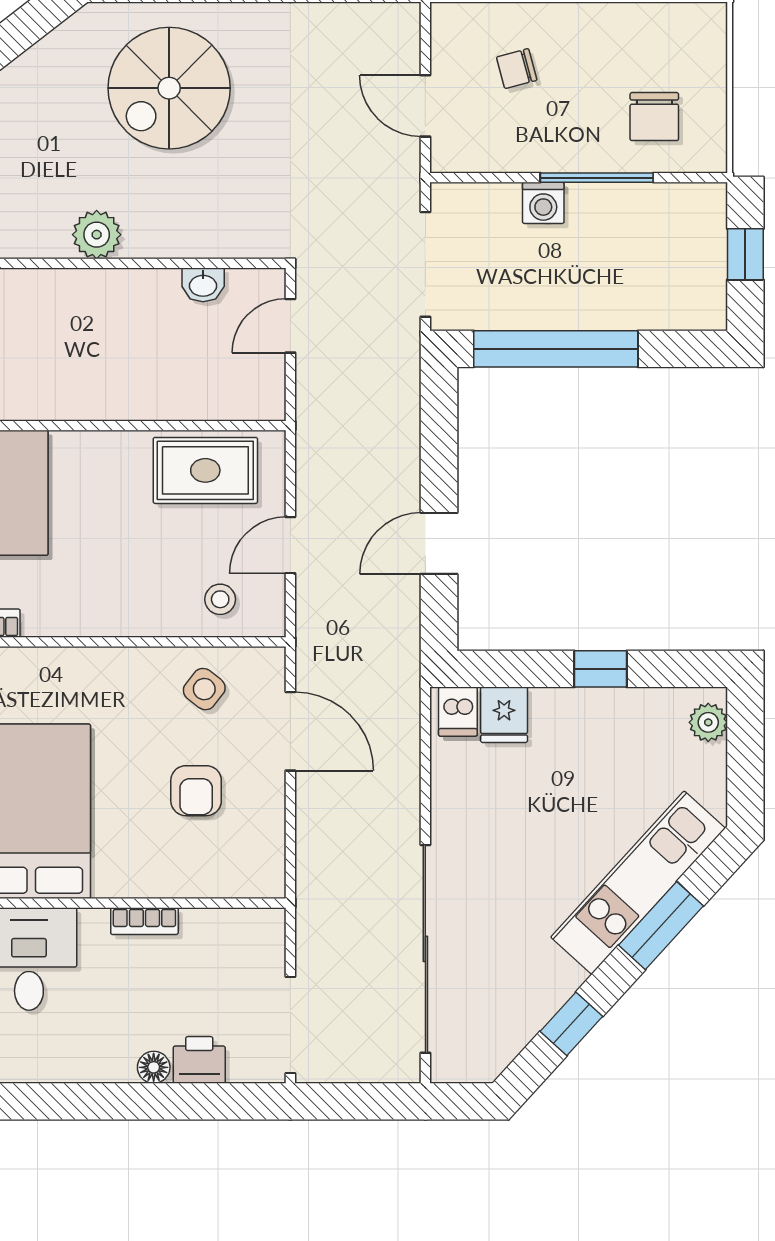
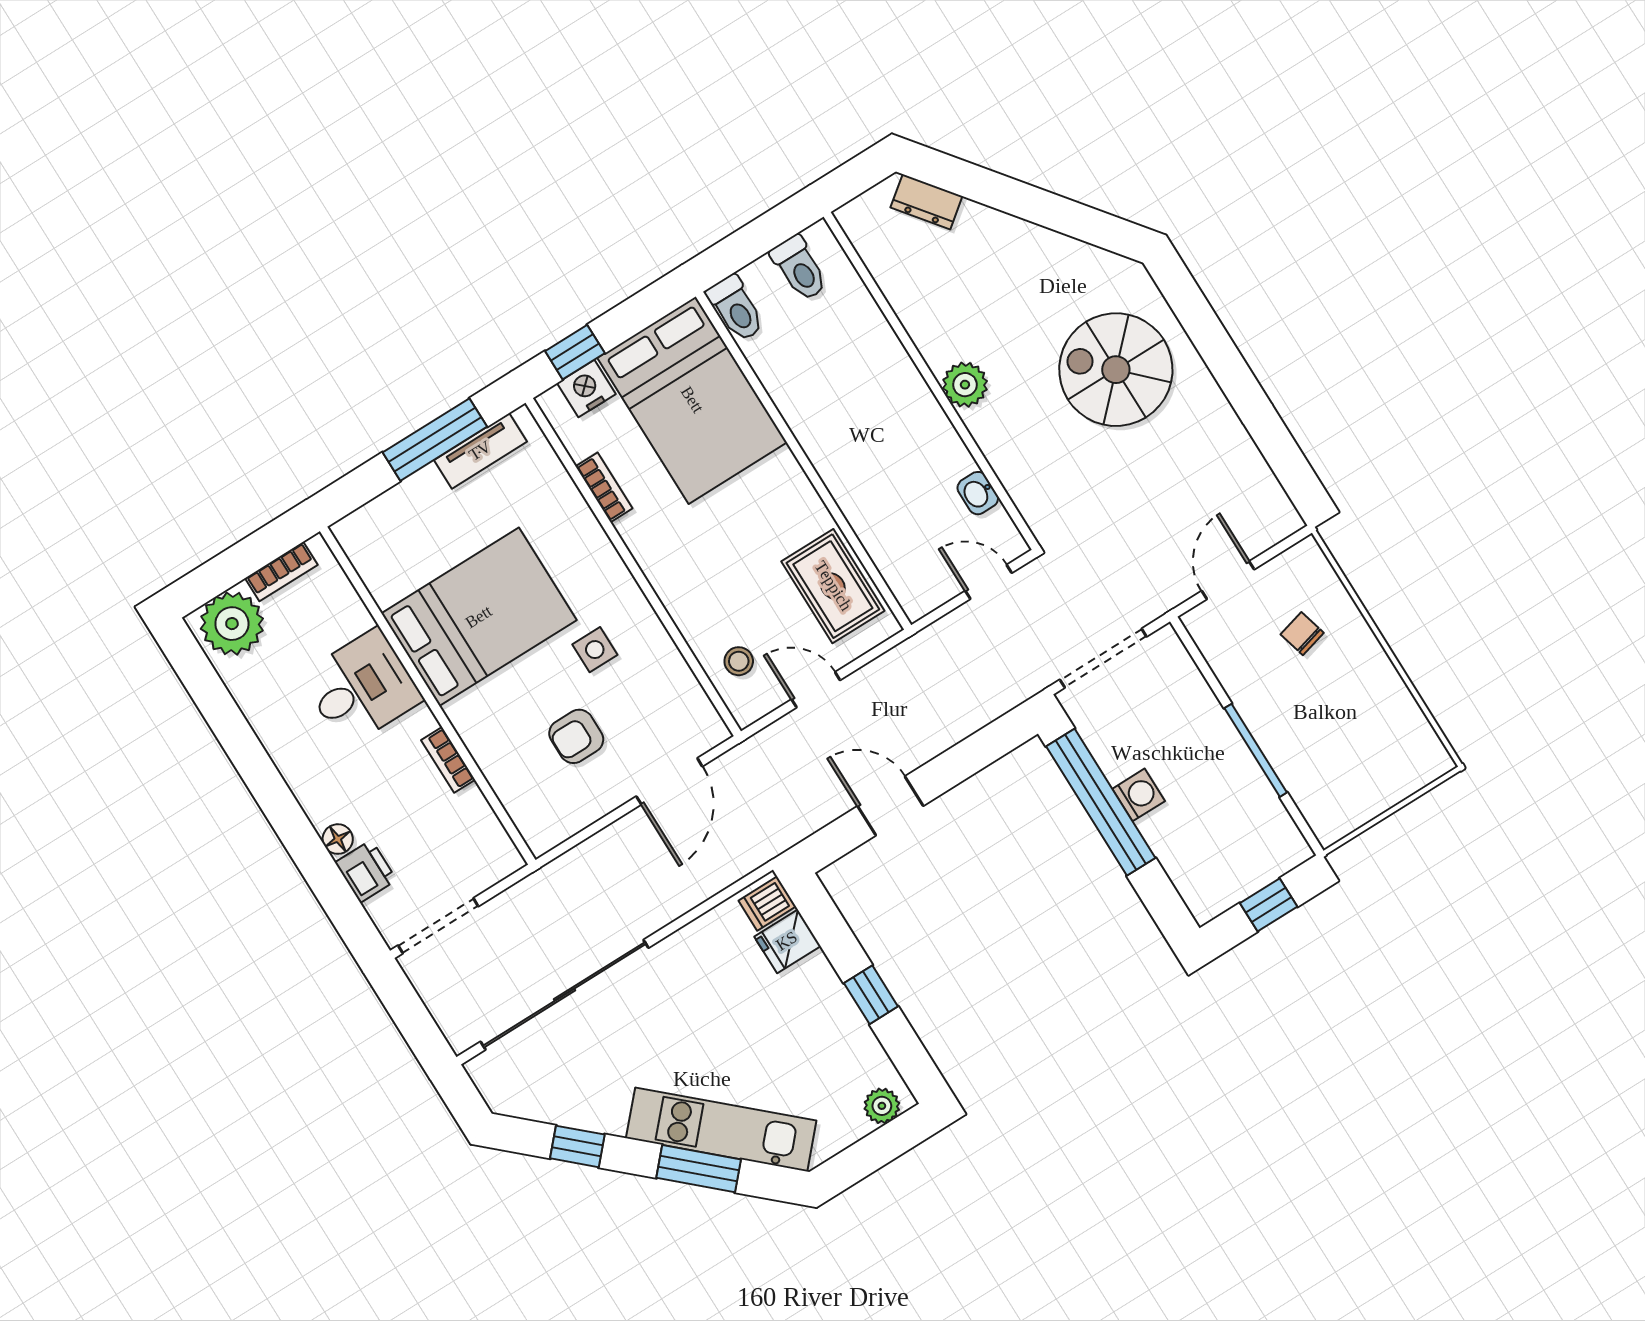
chair: (654, 117) -> (1332, 765), removed
washing machine: (543, 203) -> (1139, 795), moved, turned 180
side table: (204, 689) -> (595, 650), moved, turned -38

